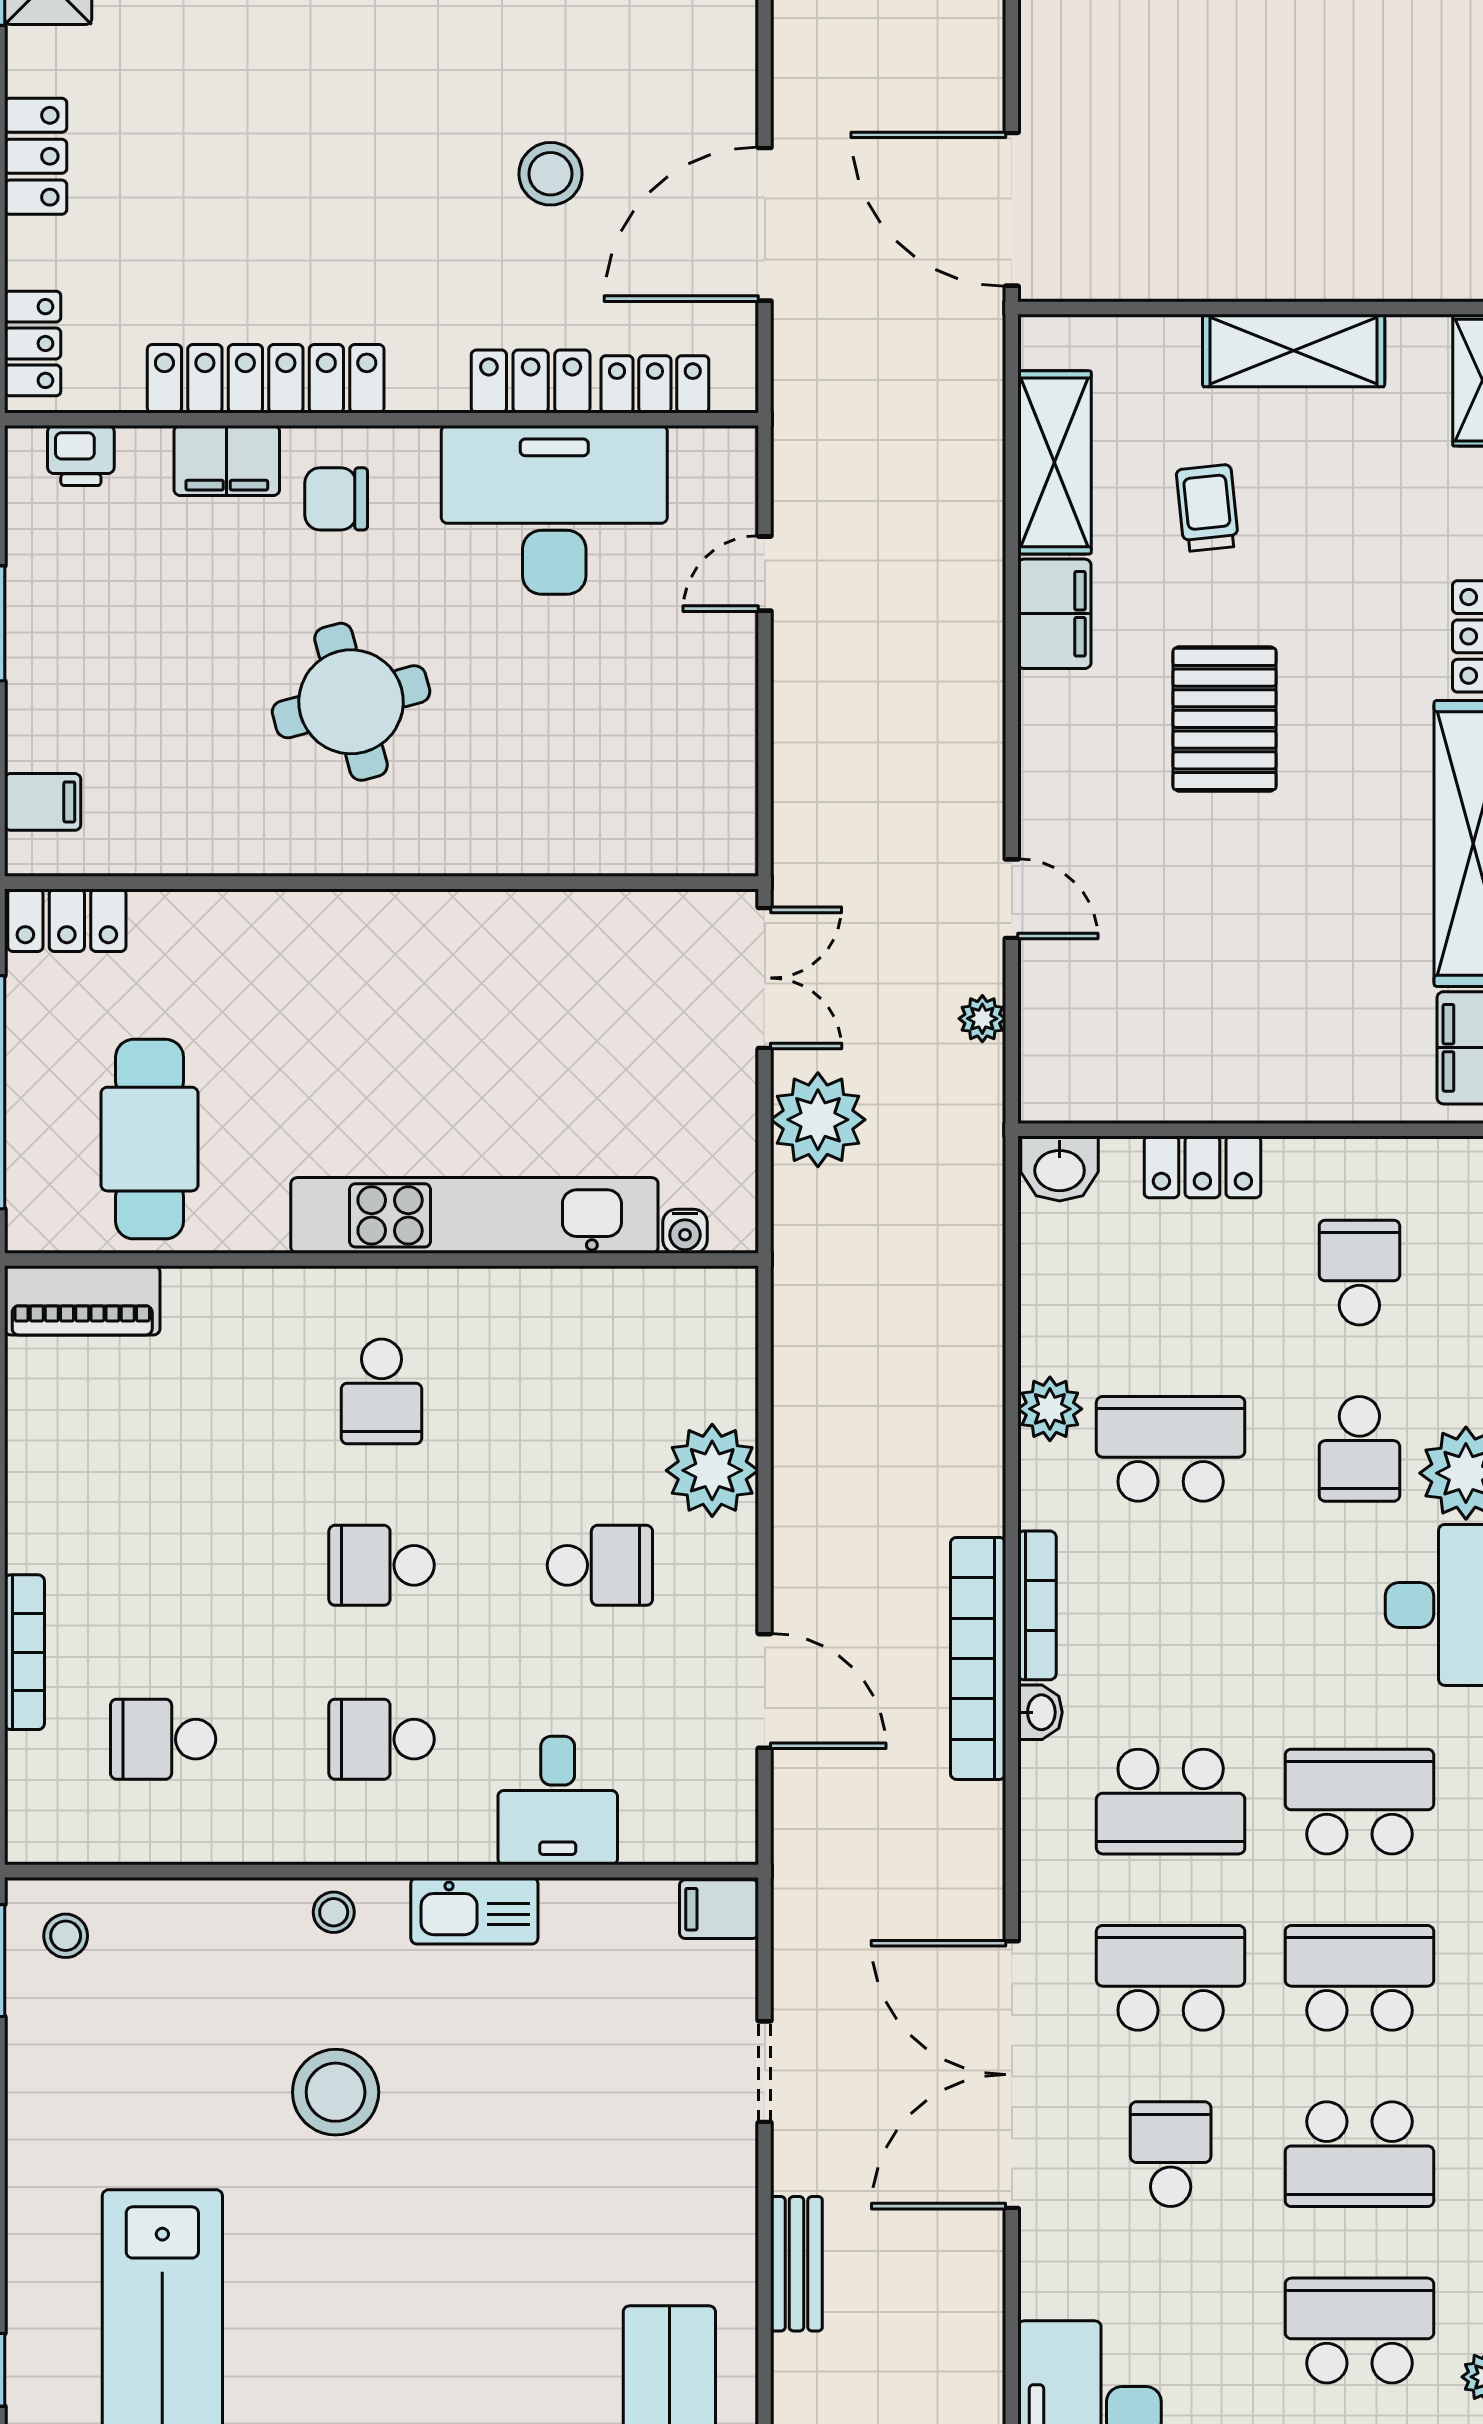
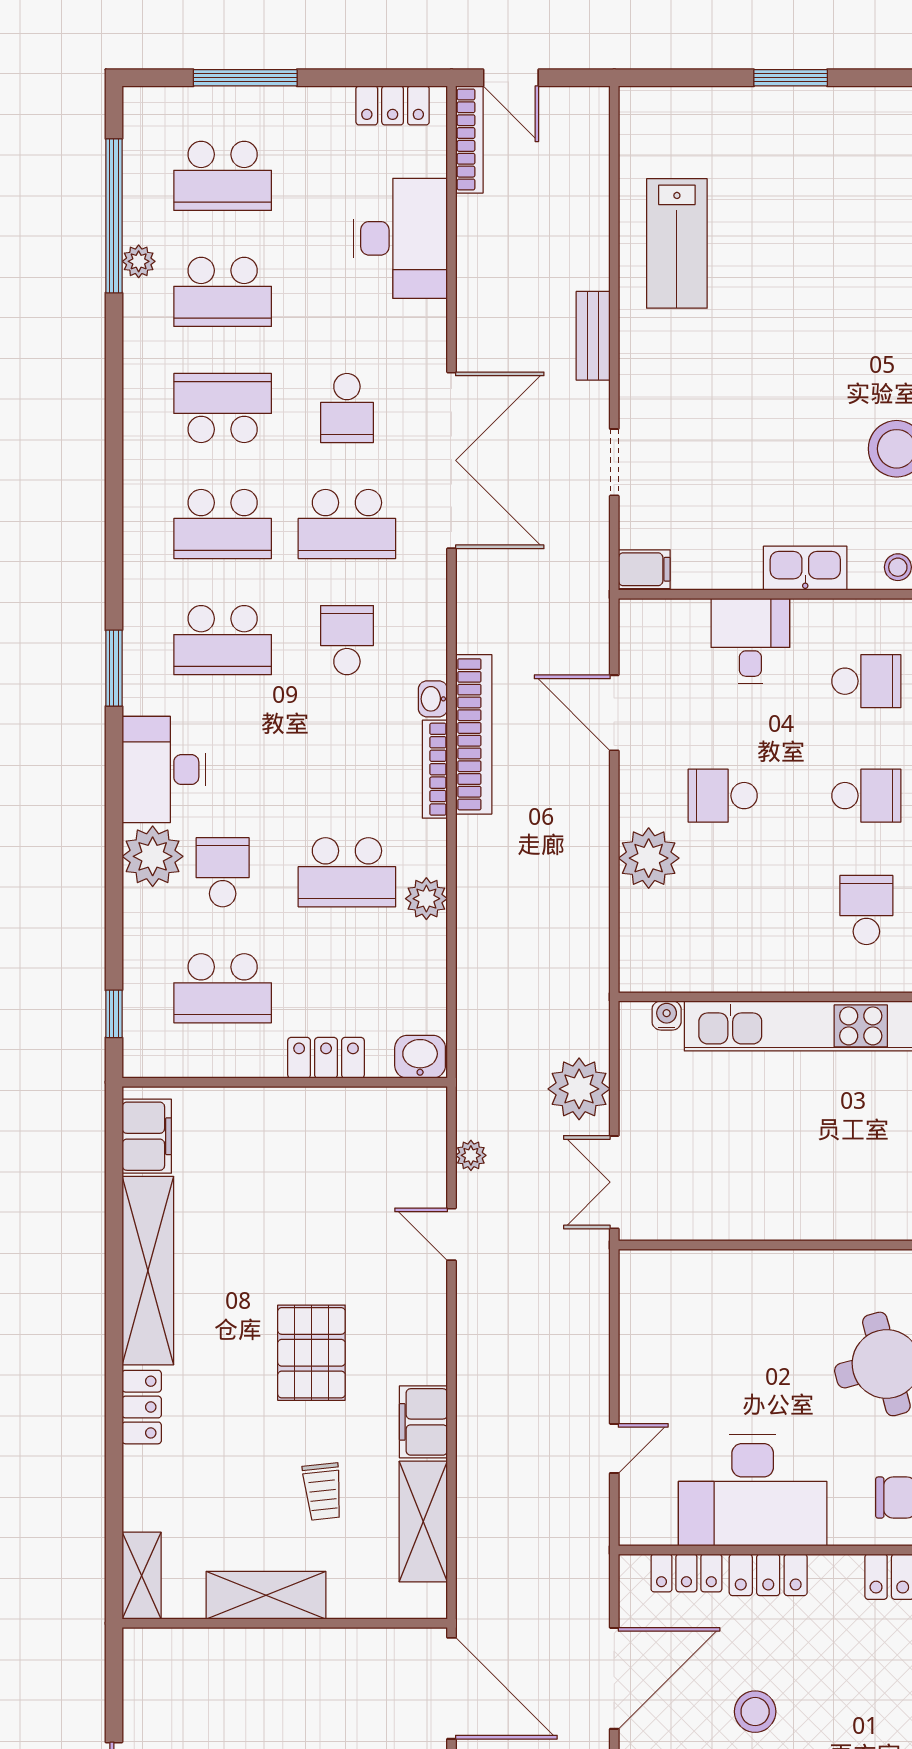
school desk: (1359, 1273) -> (223, 988), width x1.85
school desk: (1171, 1802) -> (347, 640), width x0.54

